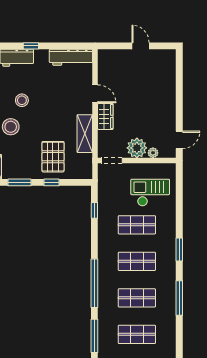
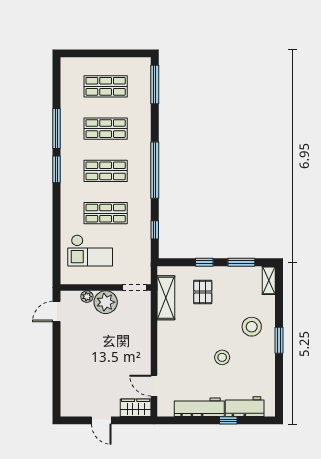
workbench: (71, 57) -> (199, 407), moved
door: (95, 94) -> (154, 386), moved
stool: (22, 100) -> (222, 357), moved
wardrobe: (105, 116) -> (136, 408), moved, turned 90
shelving: (85, 134) -> (166, 298), moved
pallet: (53, 157) -> (203, 292), width x0.67, depth x0.71
window: (179, 250) -> (56, 169), moved
window: (94, 283) -> (155, 170), moved

